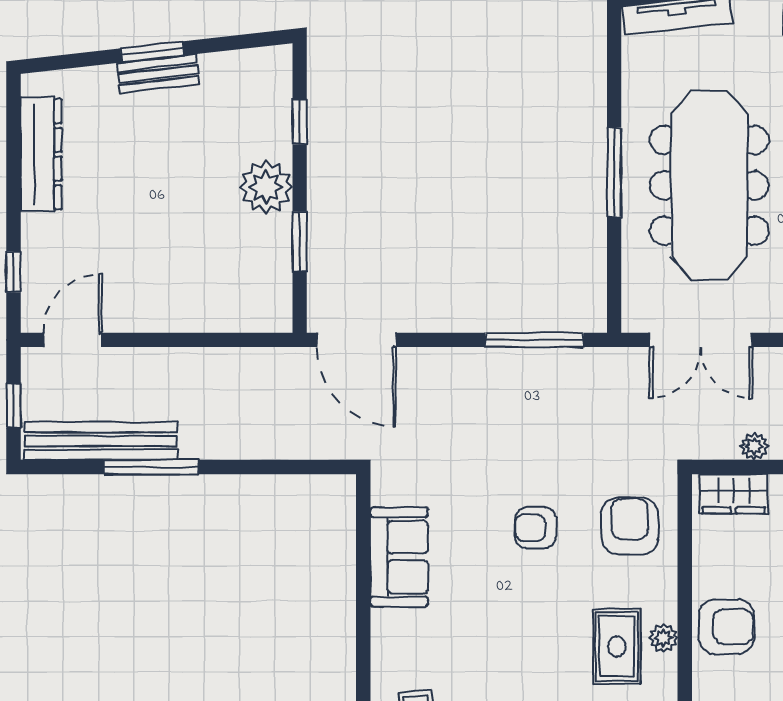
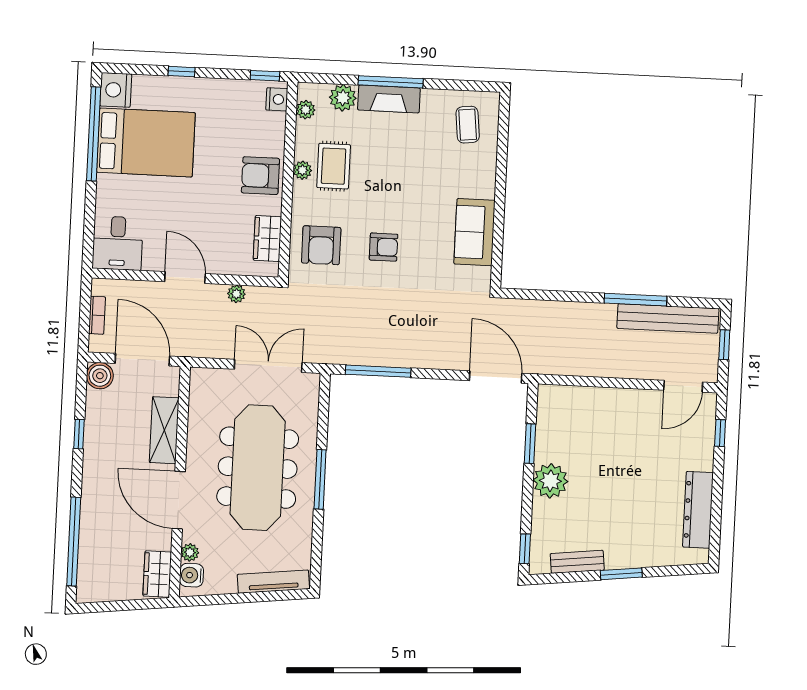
bench: (158, 74) -> (577, 562), moved
window: (300, 122) -> (525, 549), moved
wardrobe: (734, 494) -> (267, 238), moved, turned -90

